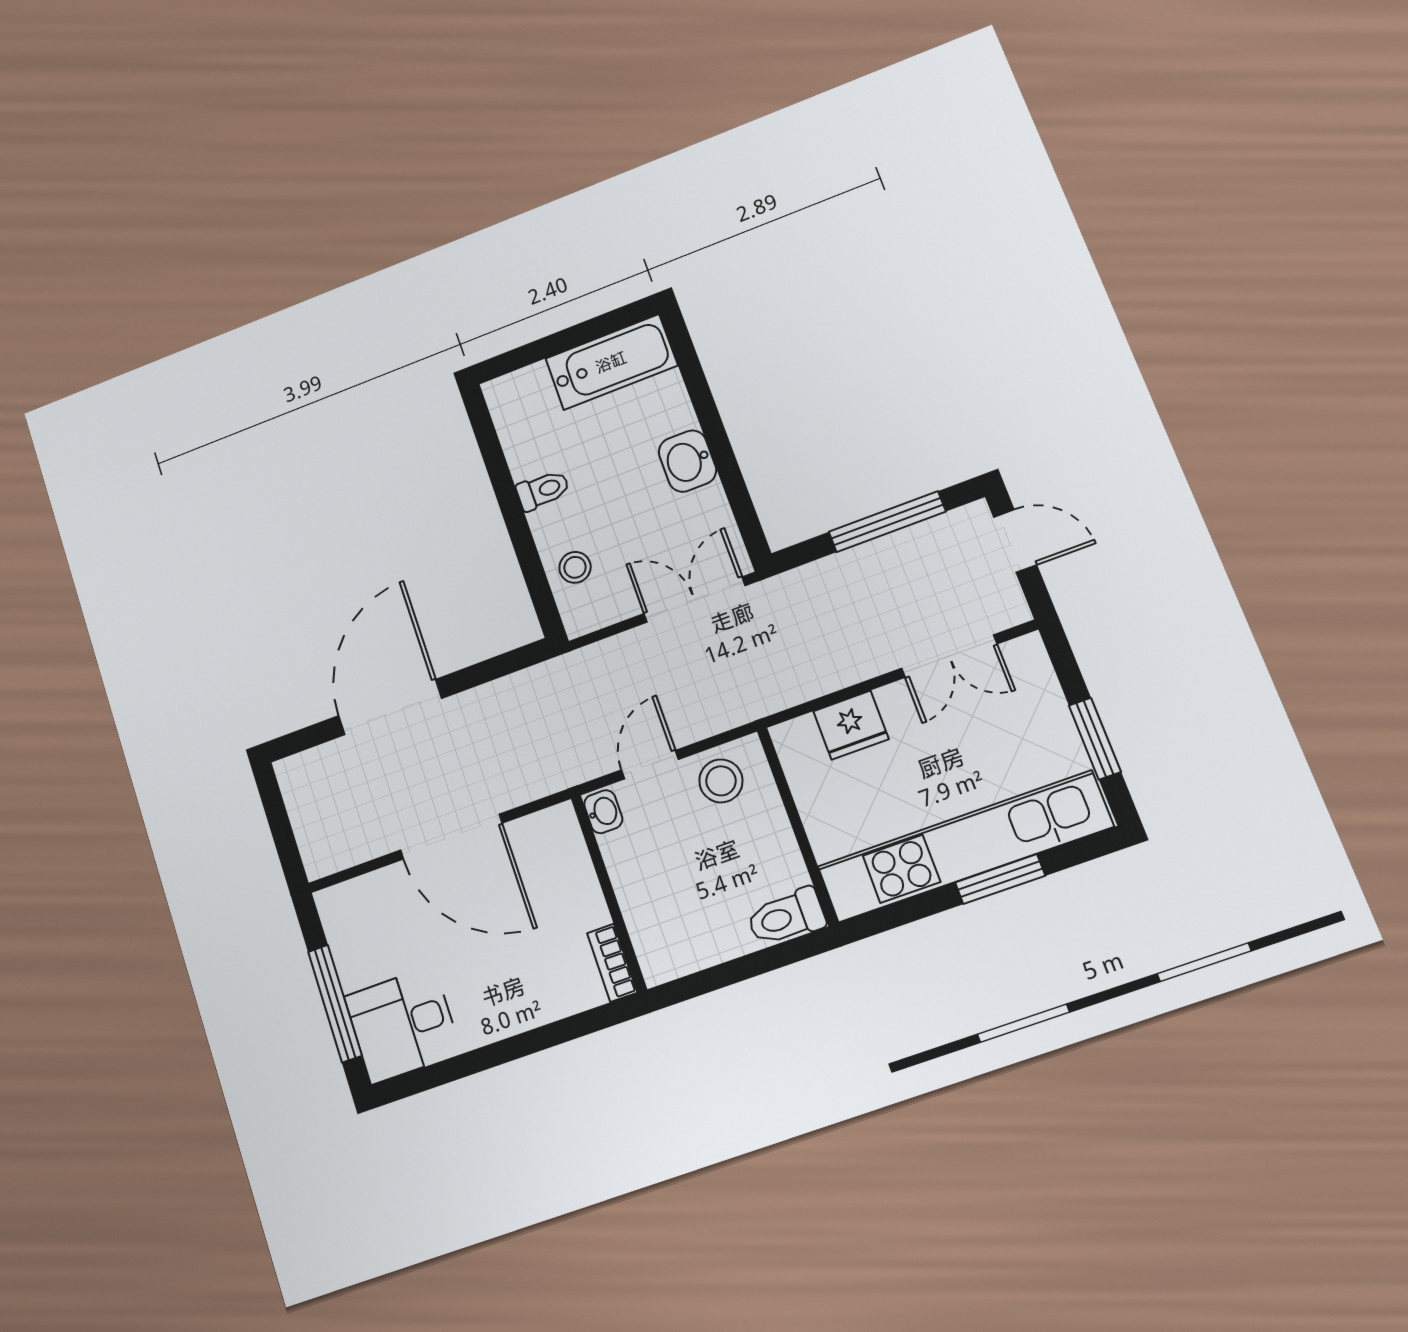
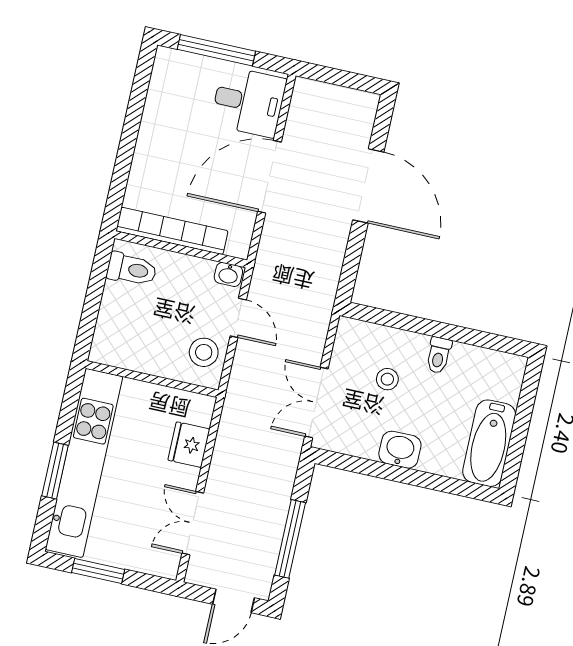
stool: (575, 567) -> (387, 379), moved
double door: (694, 600) -> (316, 403), swing flipped
toilet: (786, 917) -> (132, 269), moved, turned 90
bookcase: (612, 963) -> (172, 231), width x2.31, depth x1.31
desk: (403, 1025) -> (249, 102), moved, turned 90

